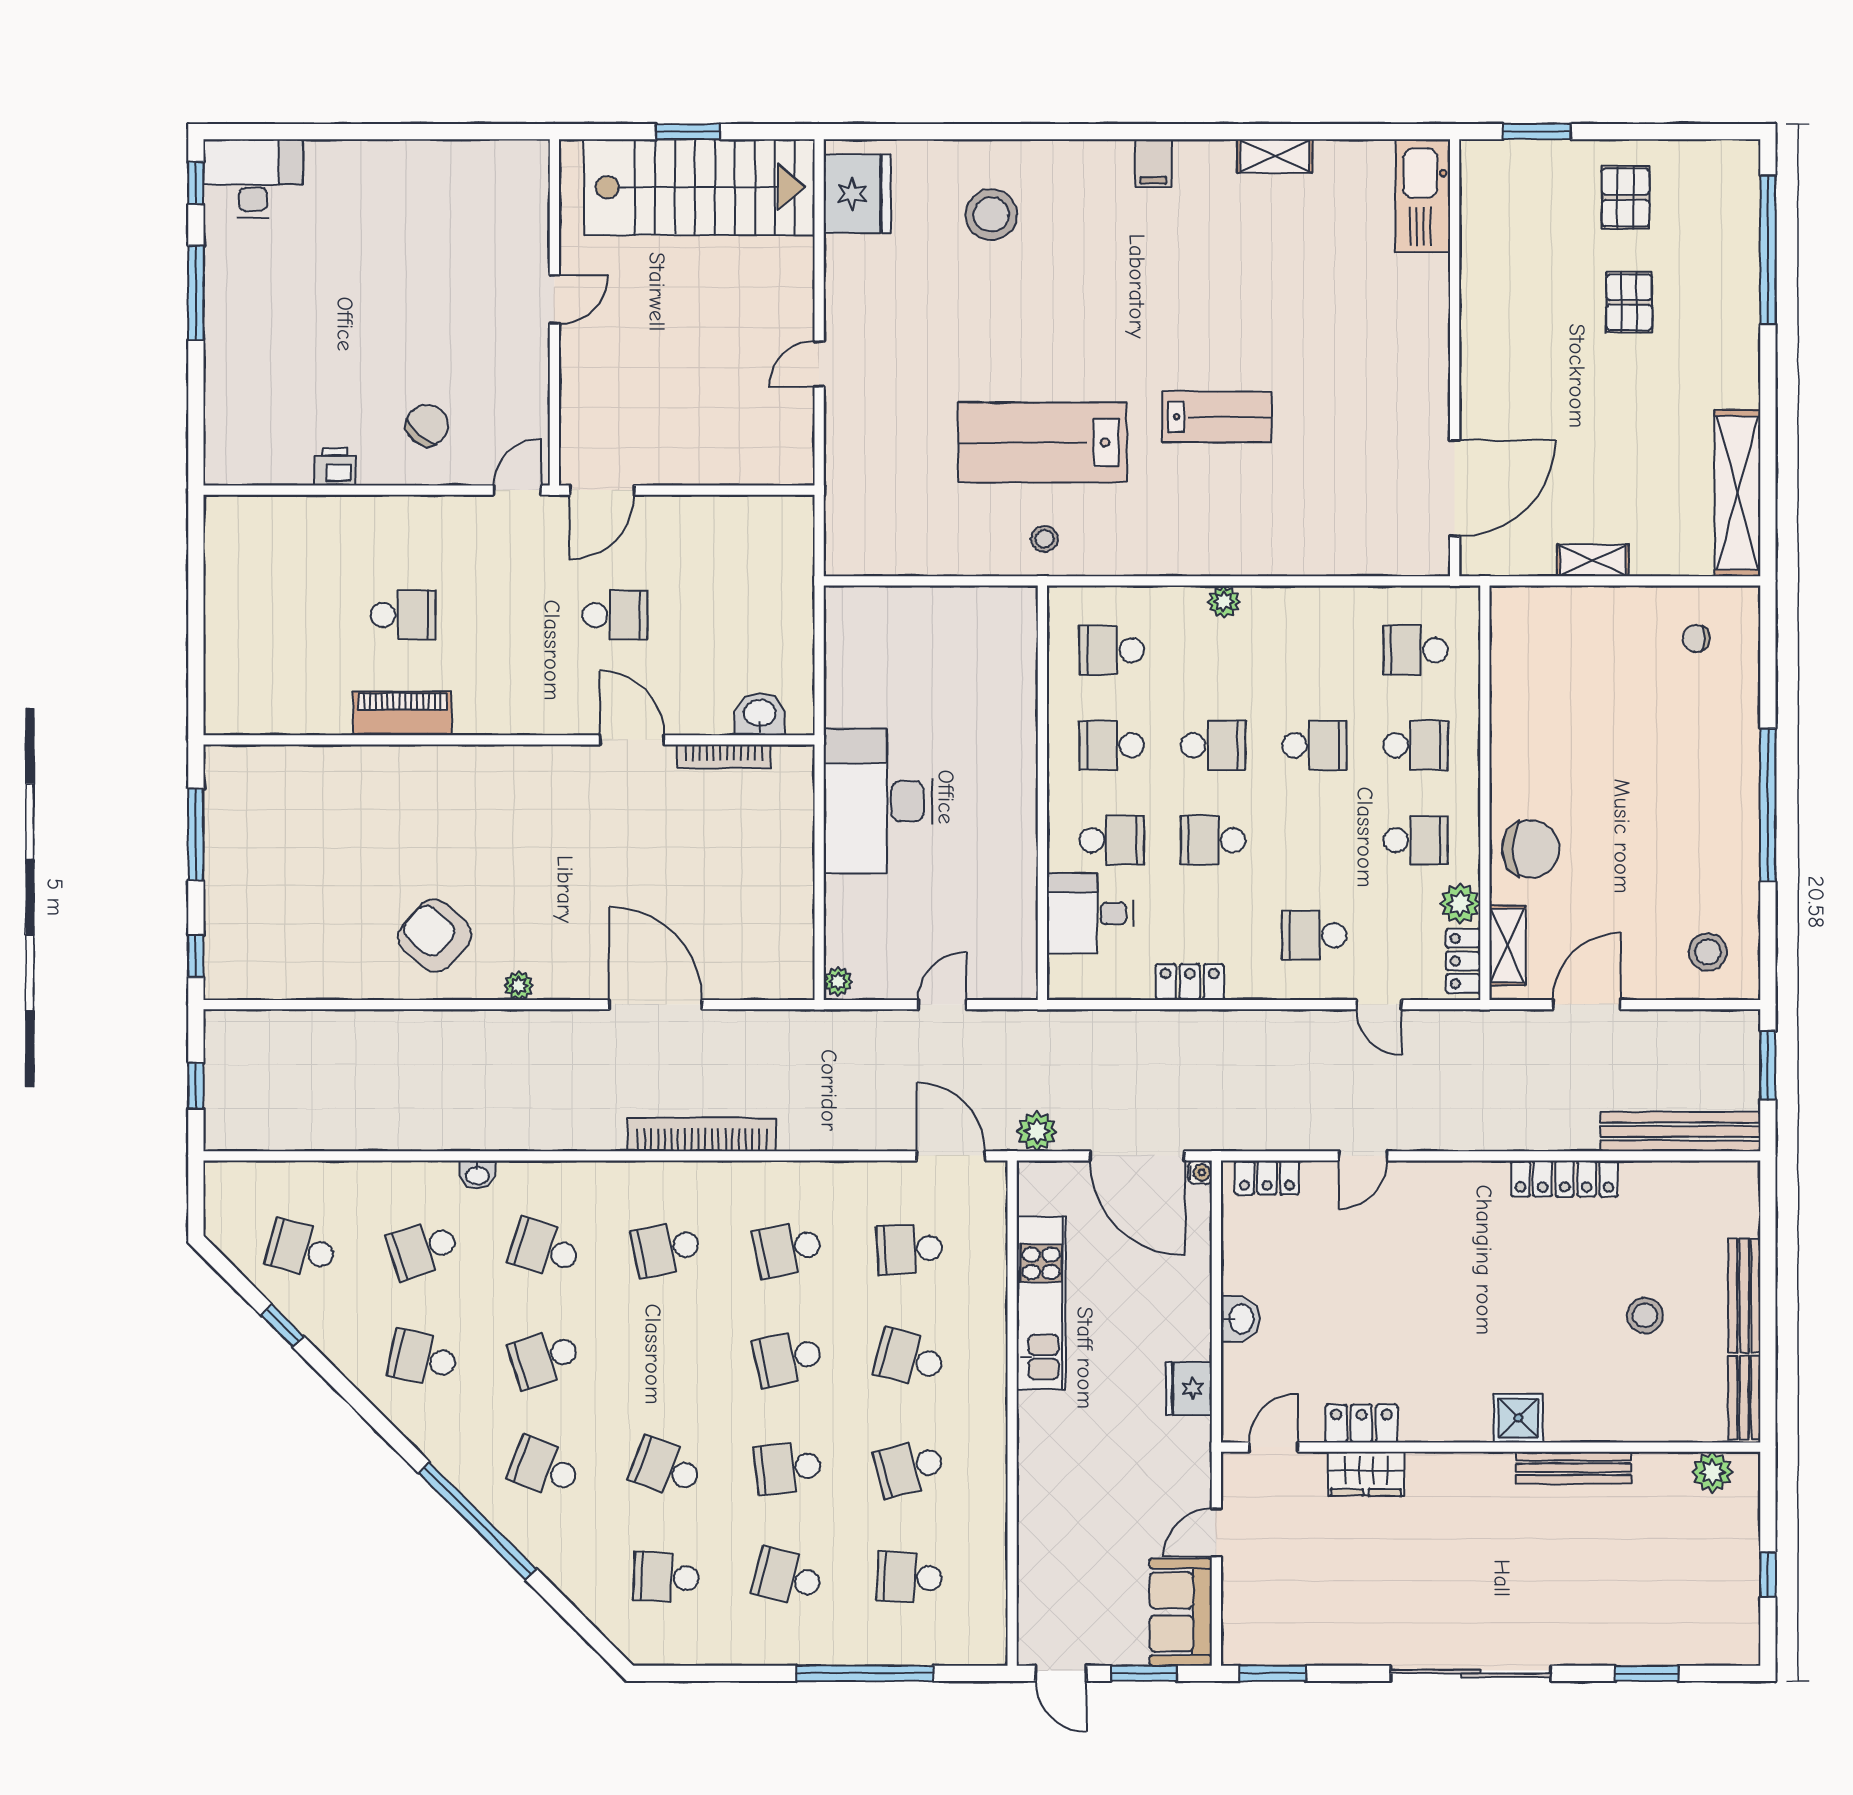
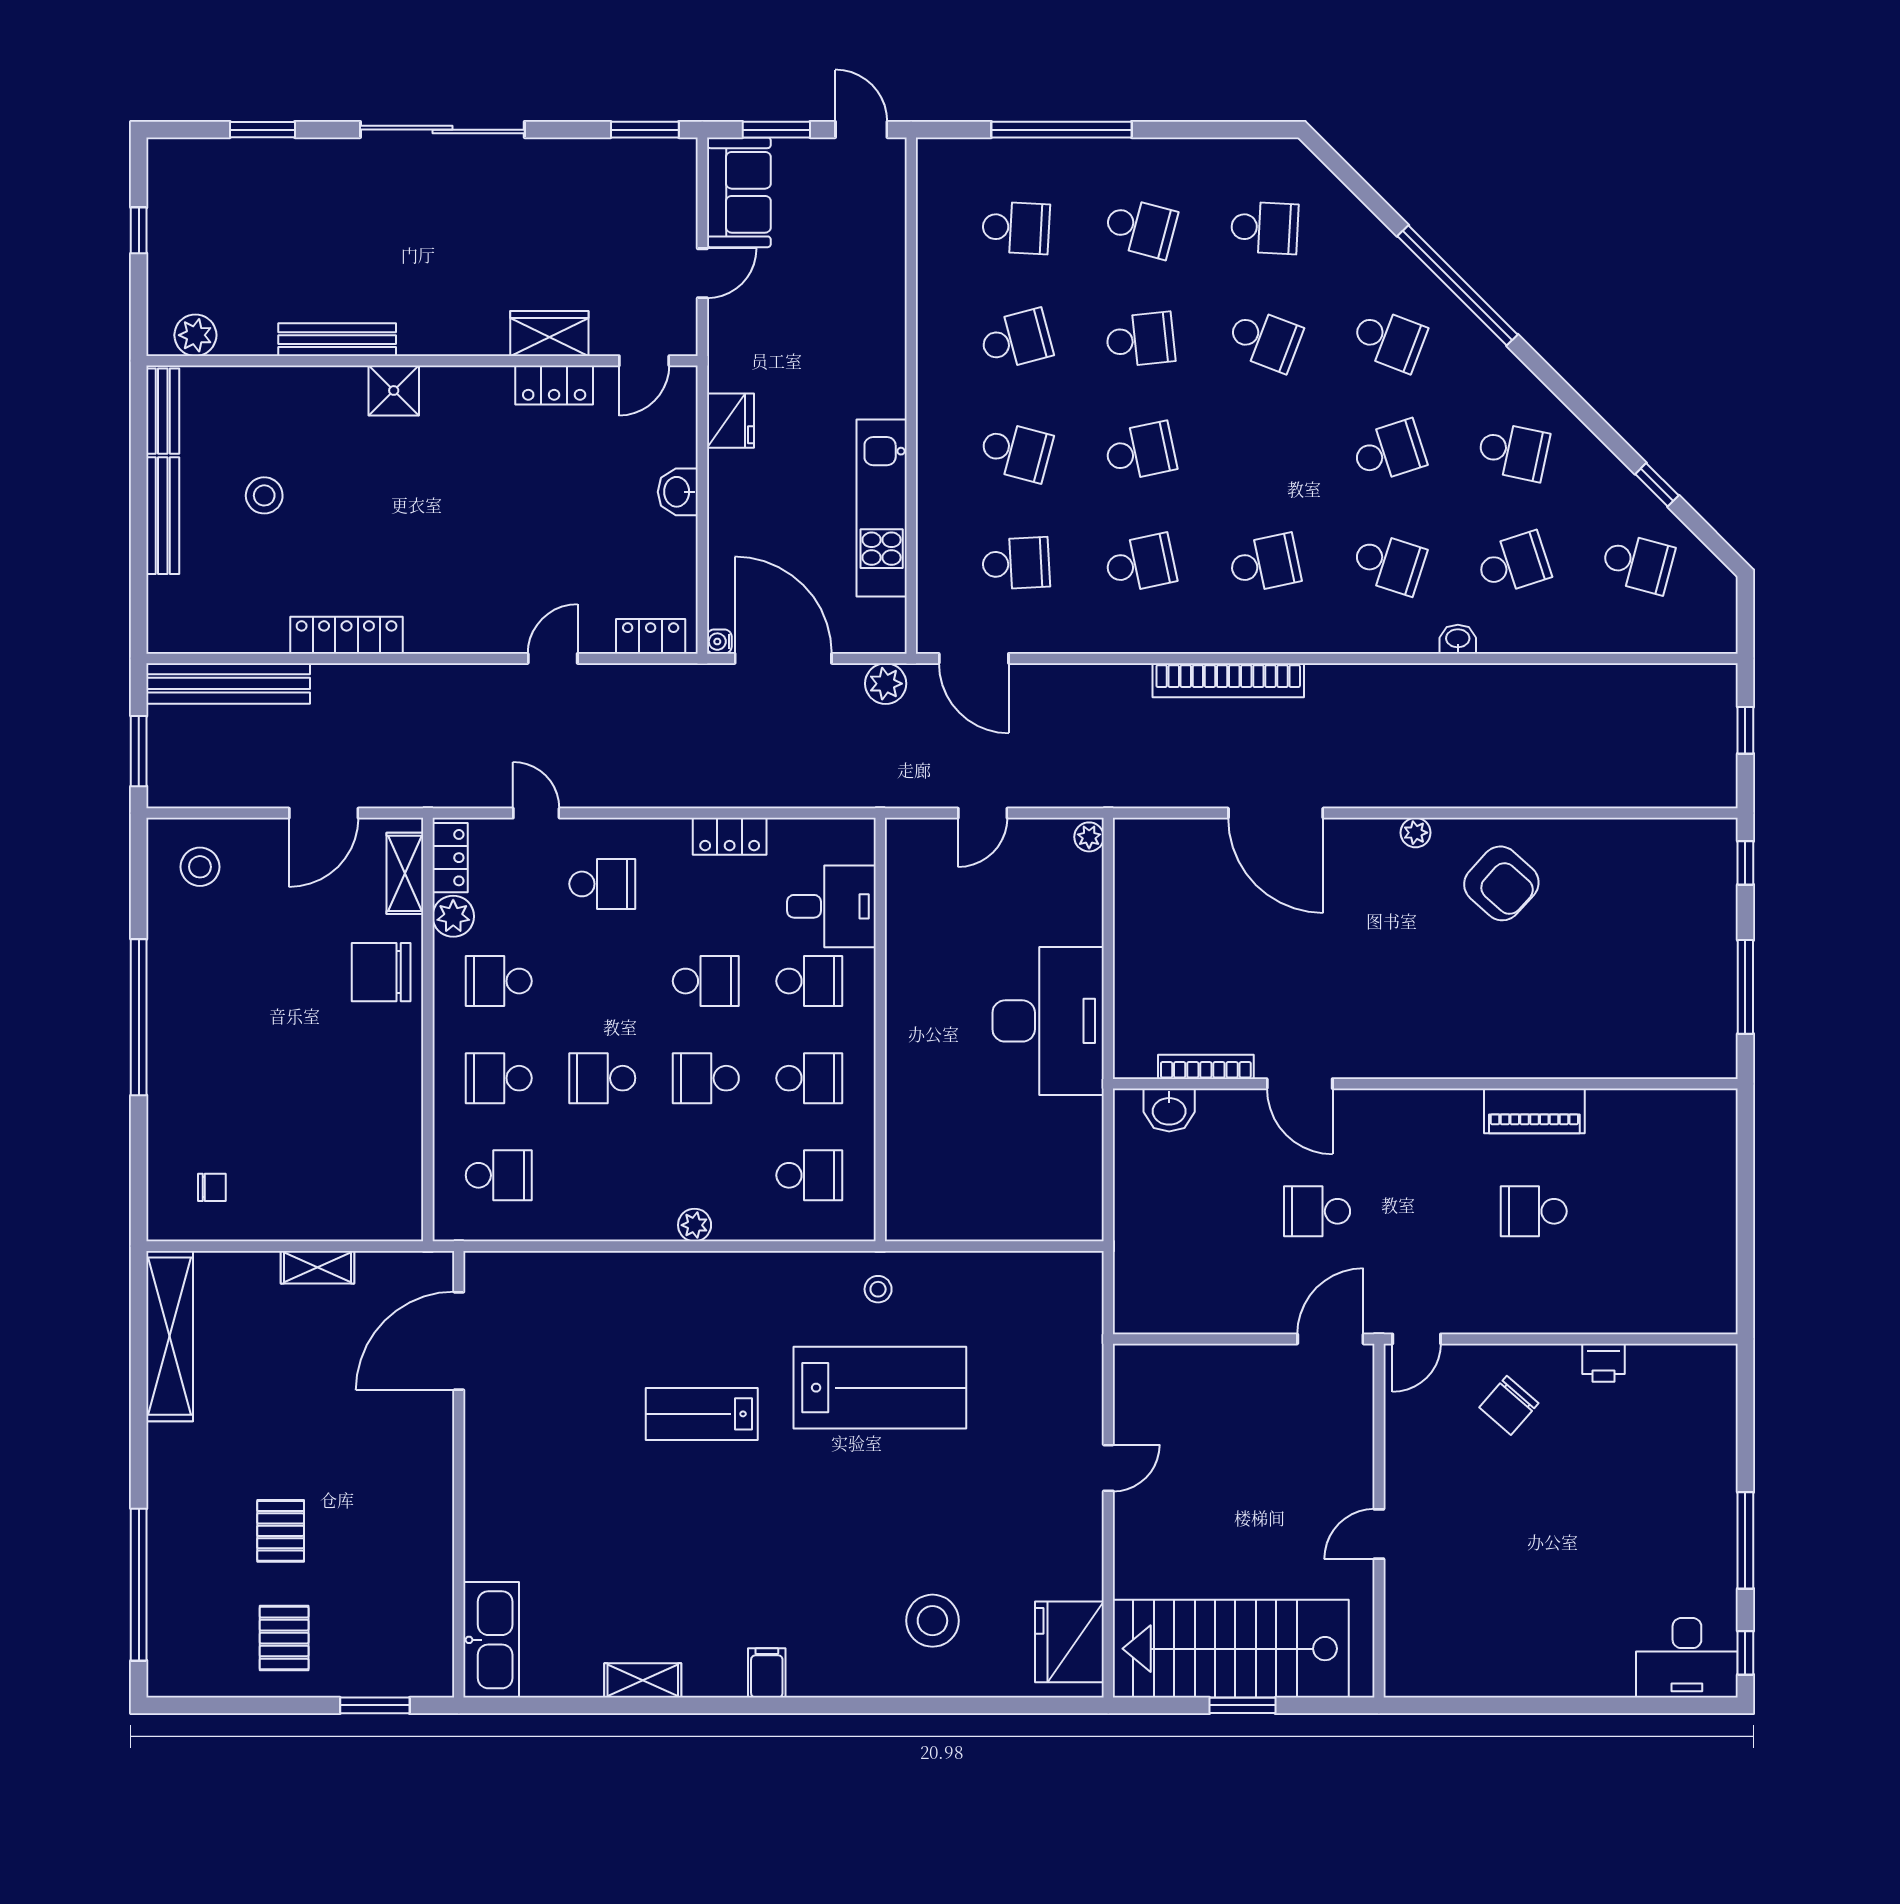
school desk: (1112, 840) -> (809, 981), turned 180

